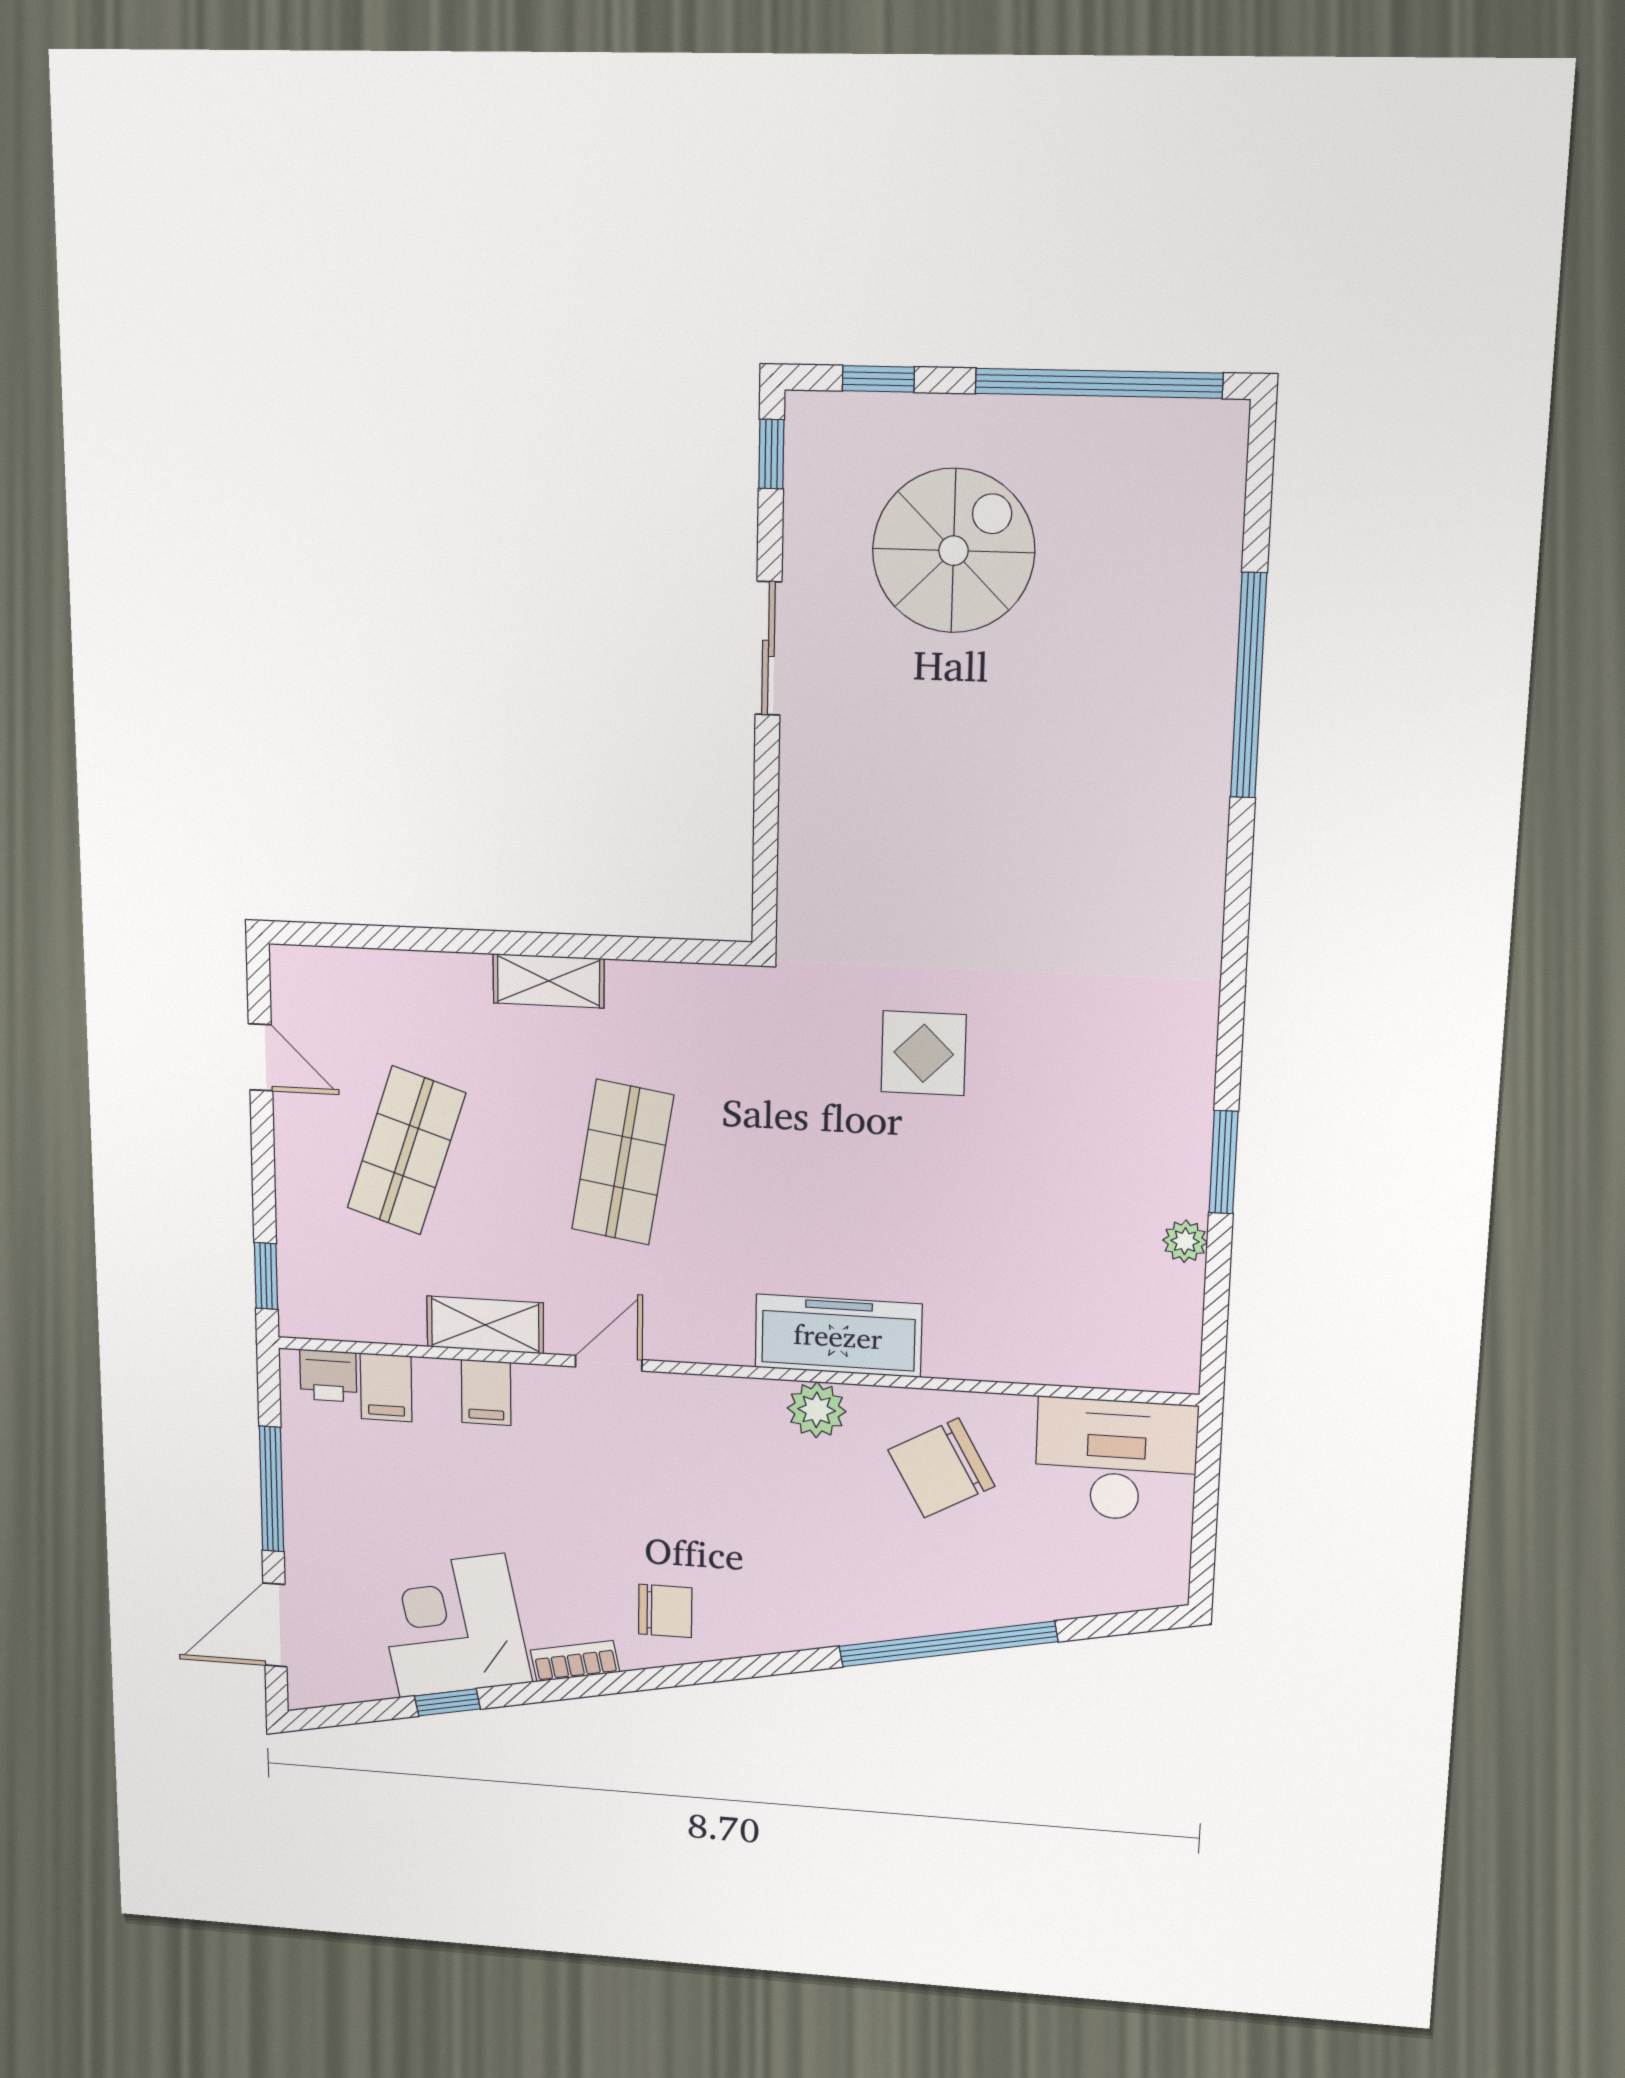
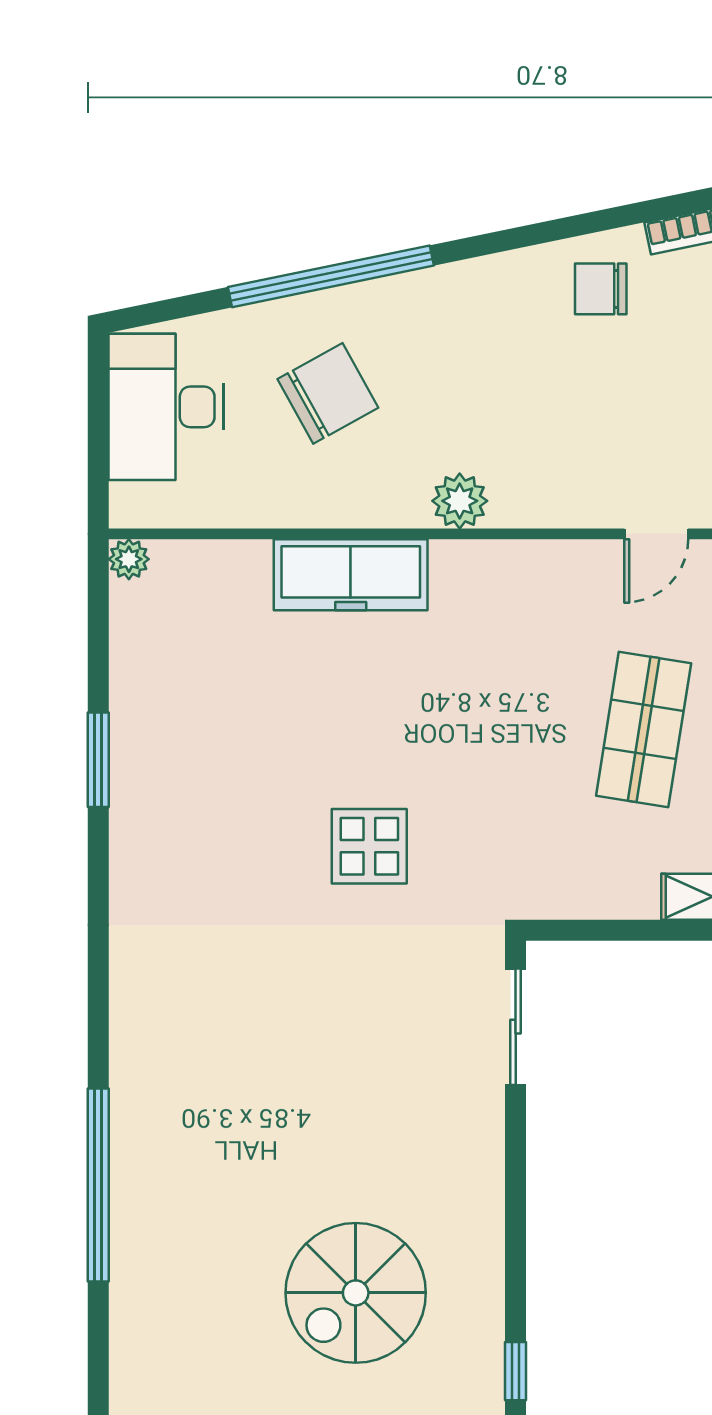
sliding door: (768, 648) -> (516, 1027), moved
plant: (1185, 1241) -> (129, 559), moved
freezer: (838, 1336) -> (351, 575), moved
desk: (1116, 1460) -> (166, 407), moved, turned 90
chair: (941, 1468) -> (328, 393), moved

